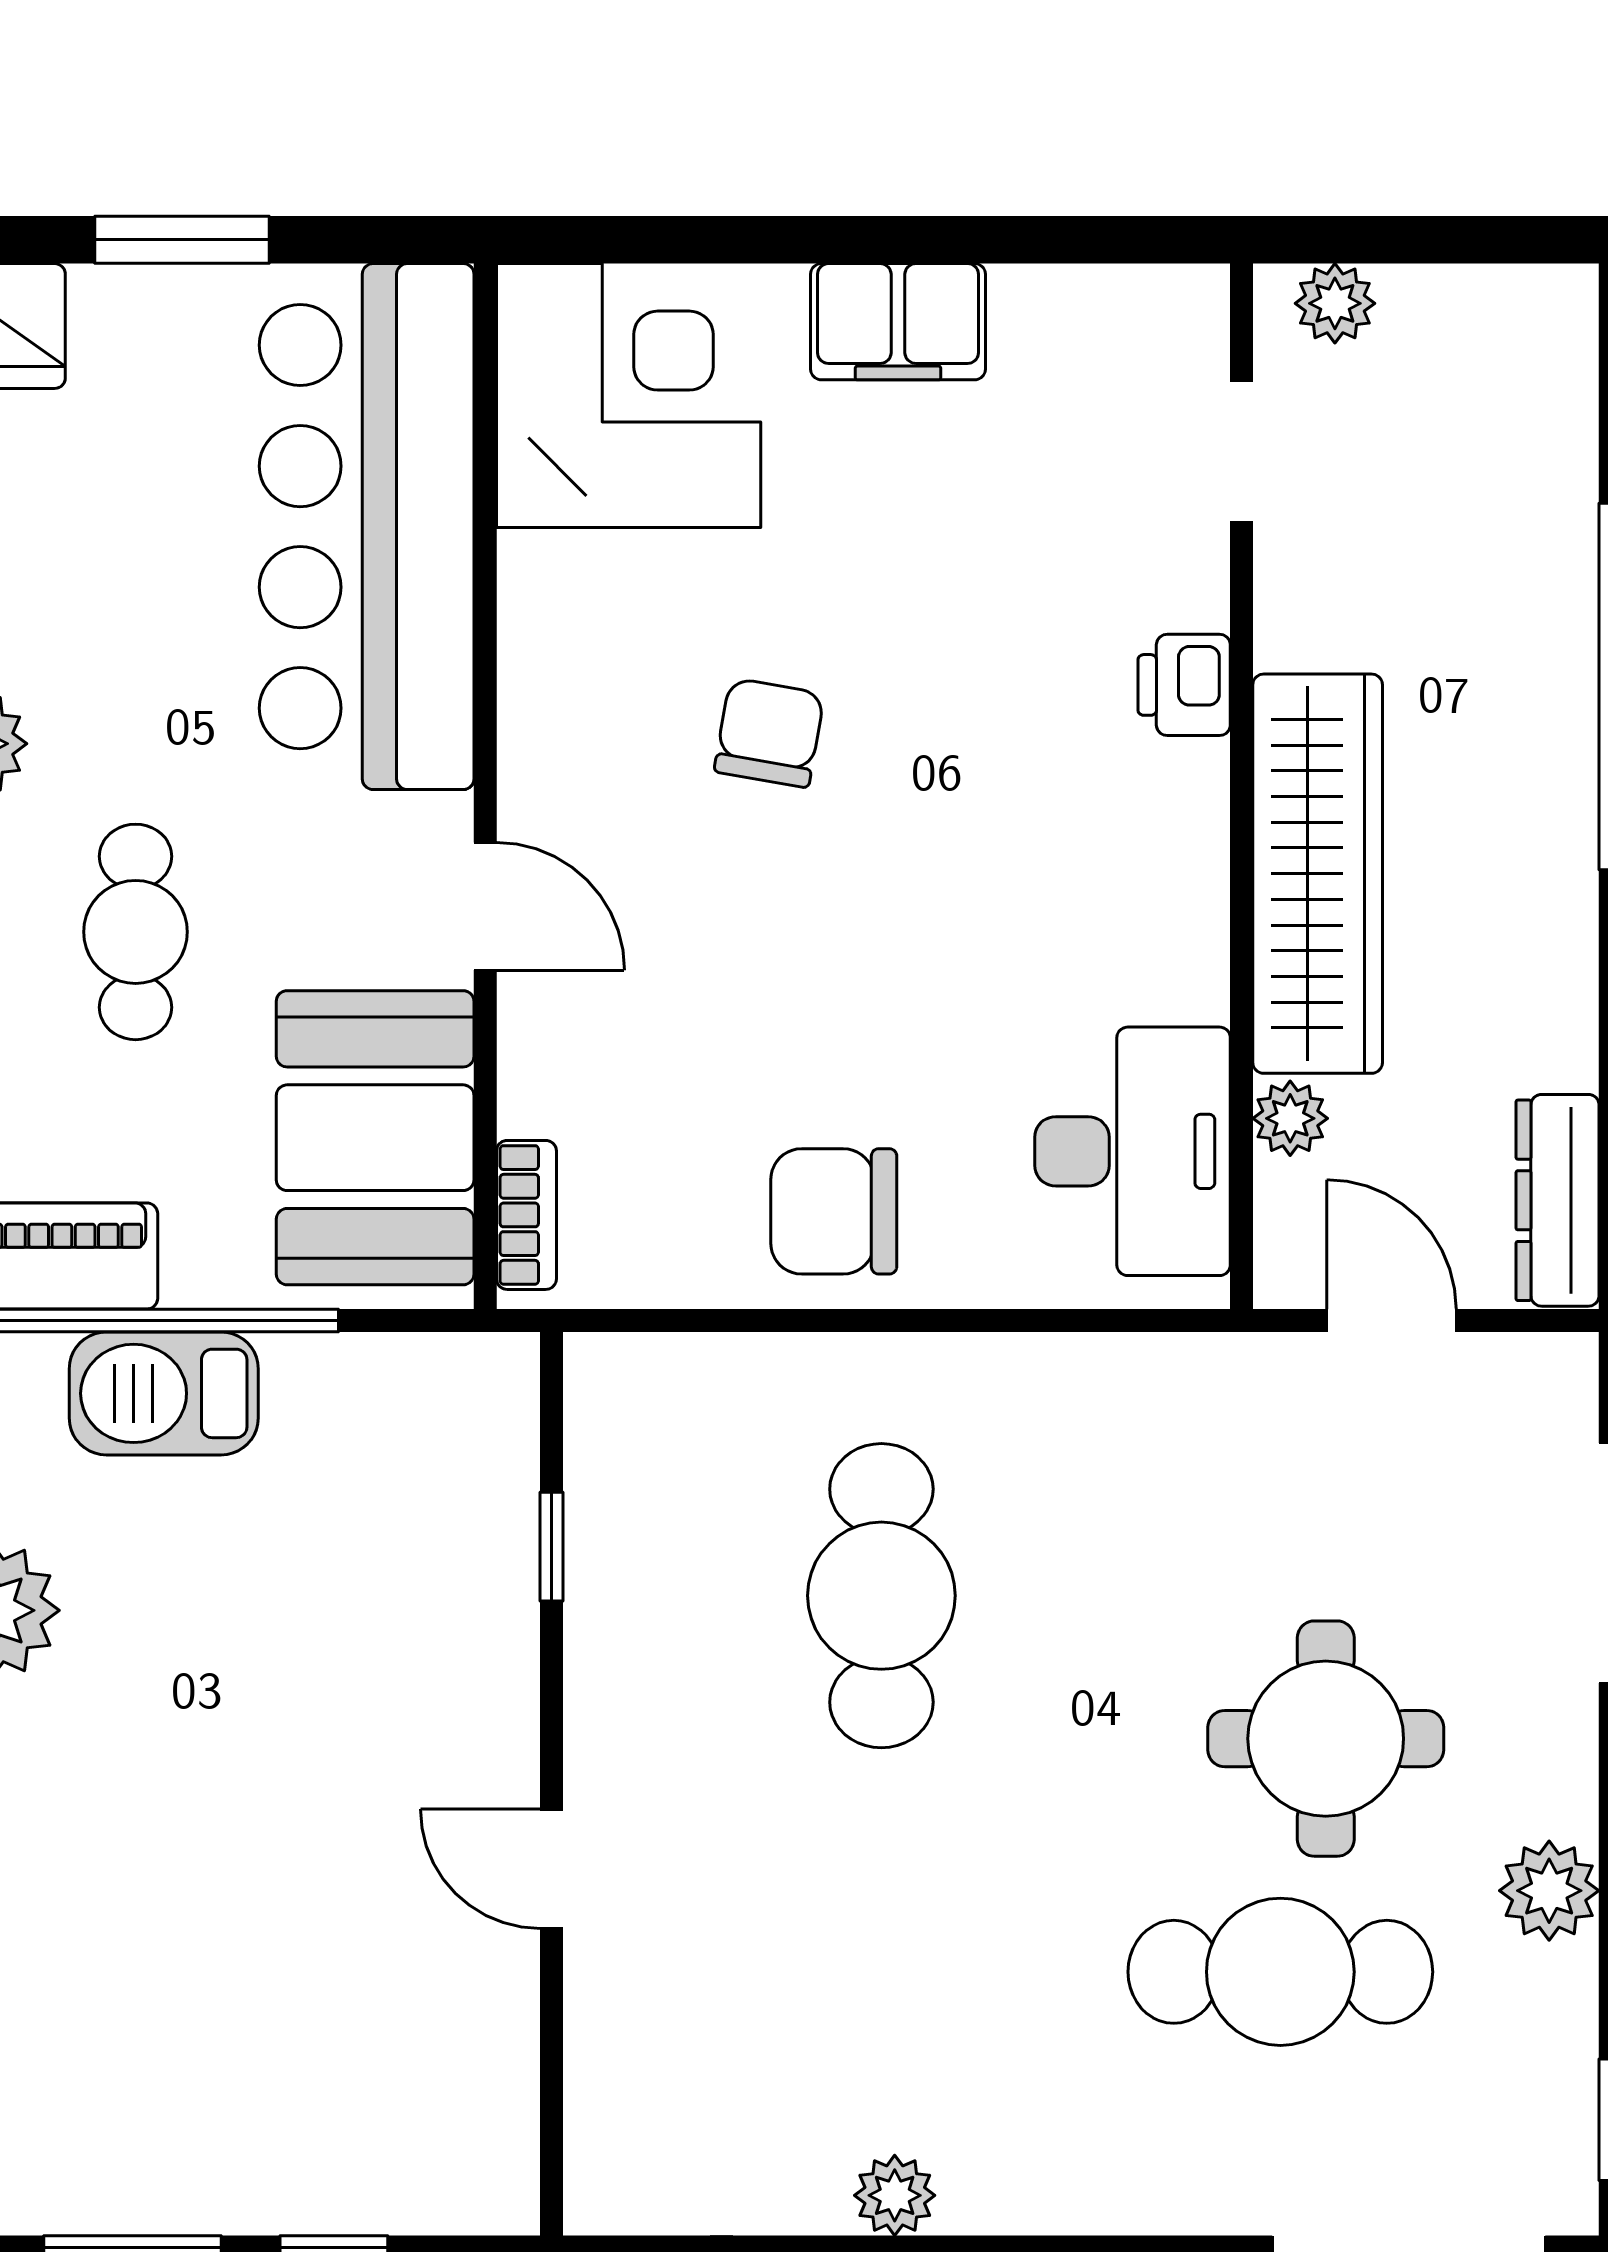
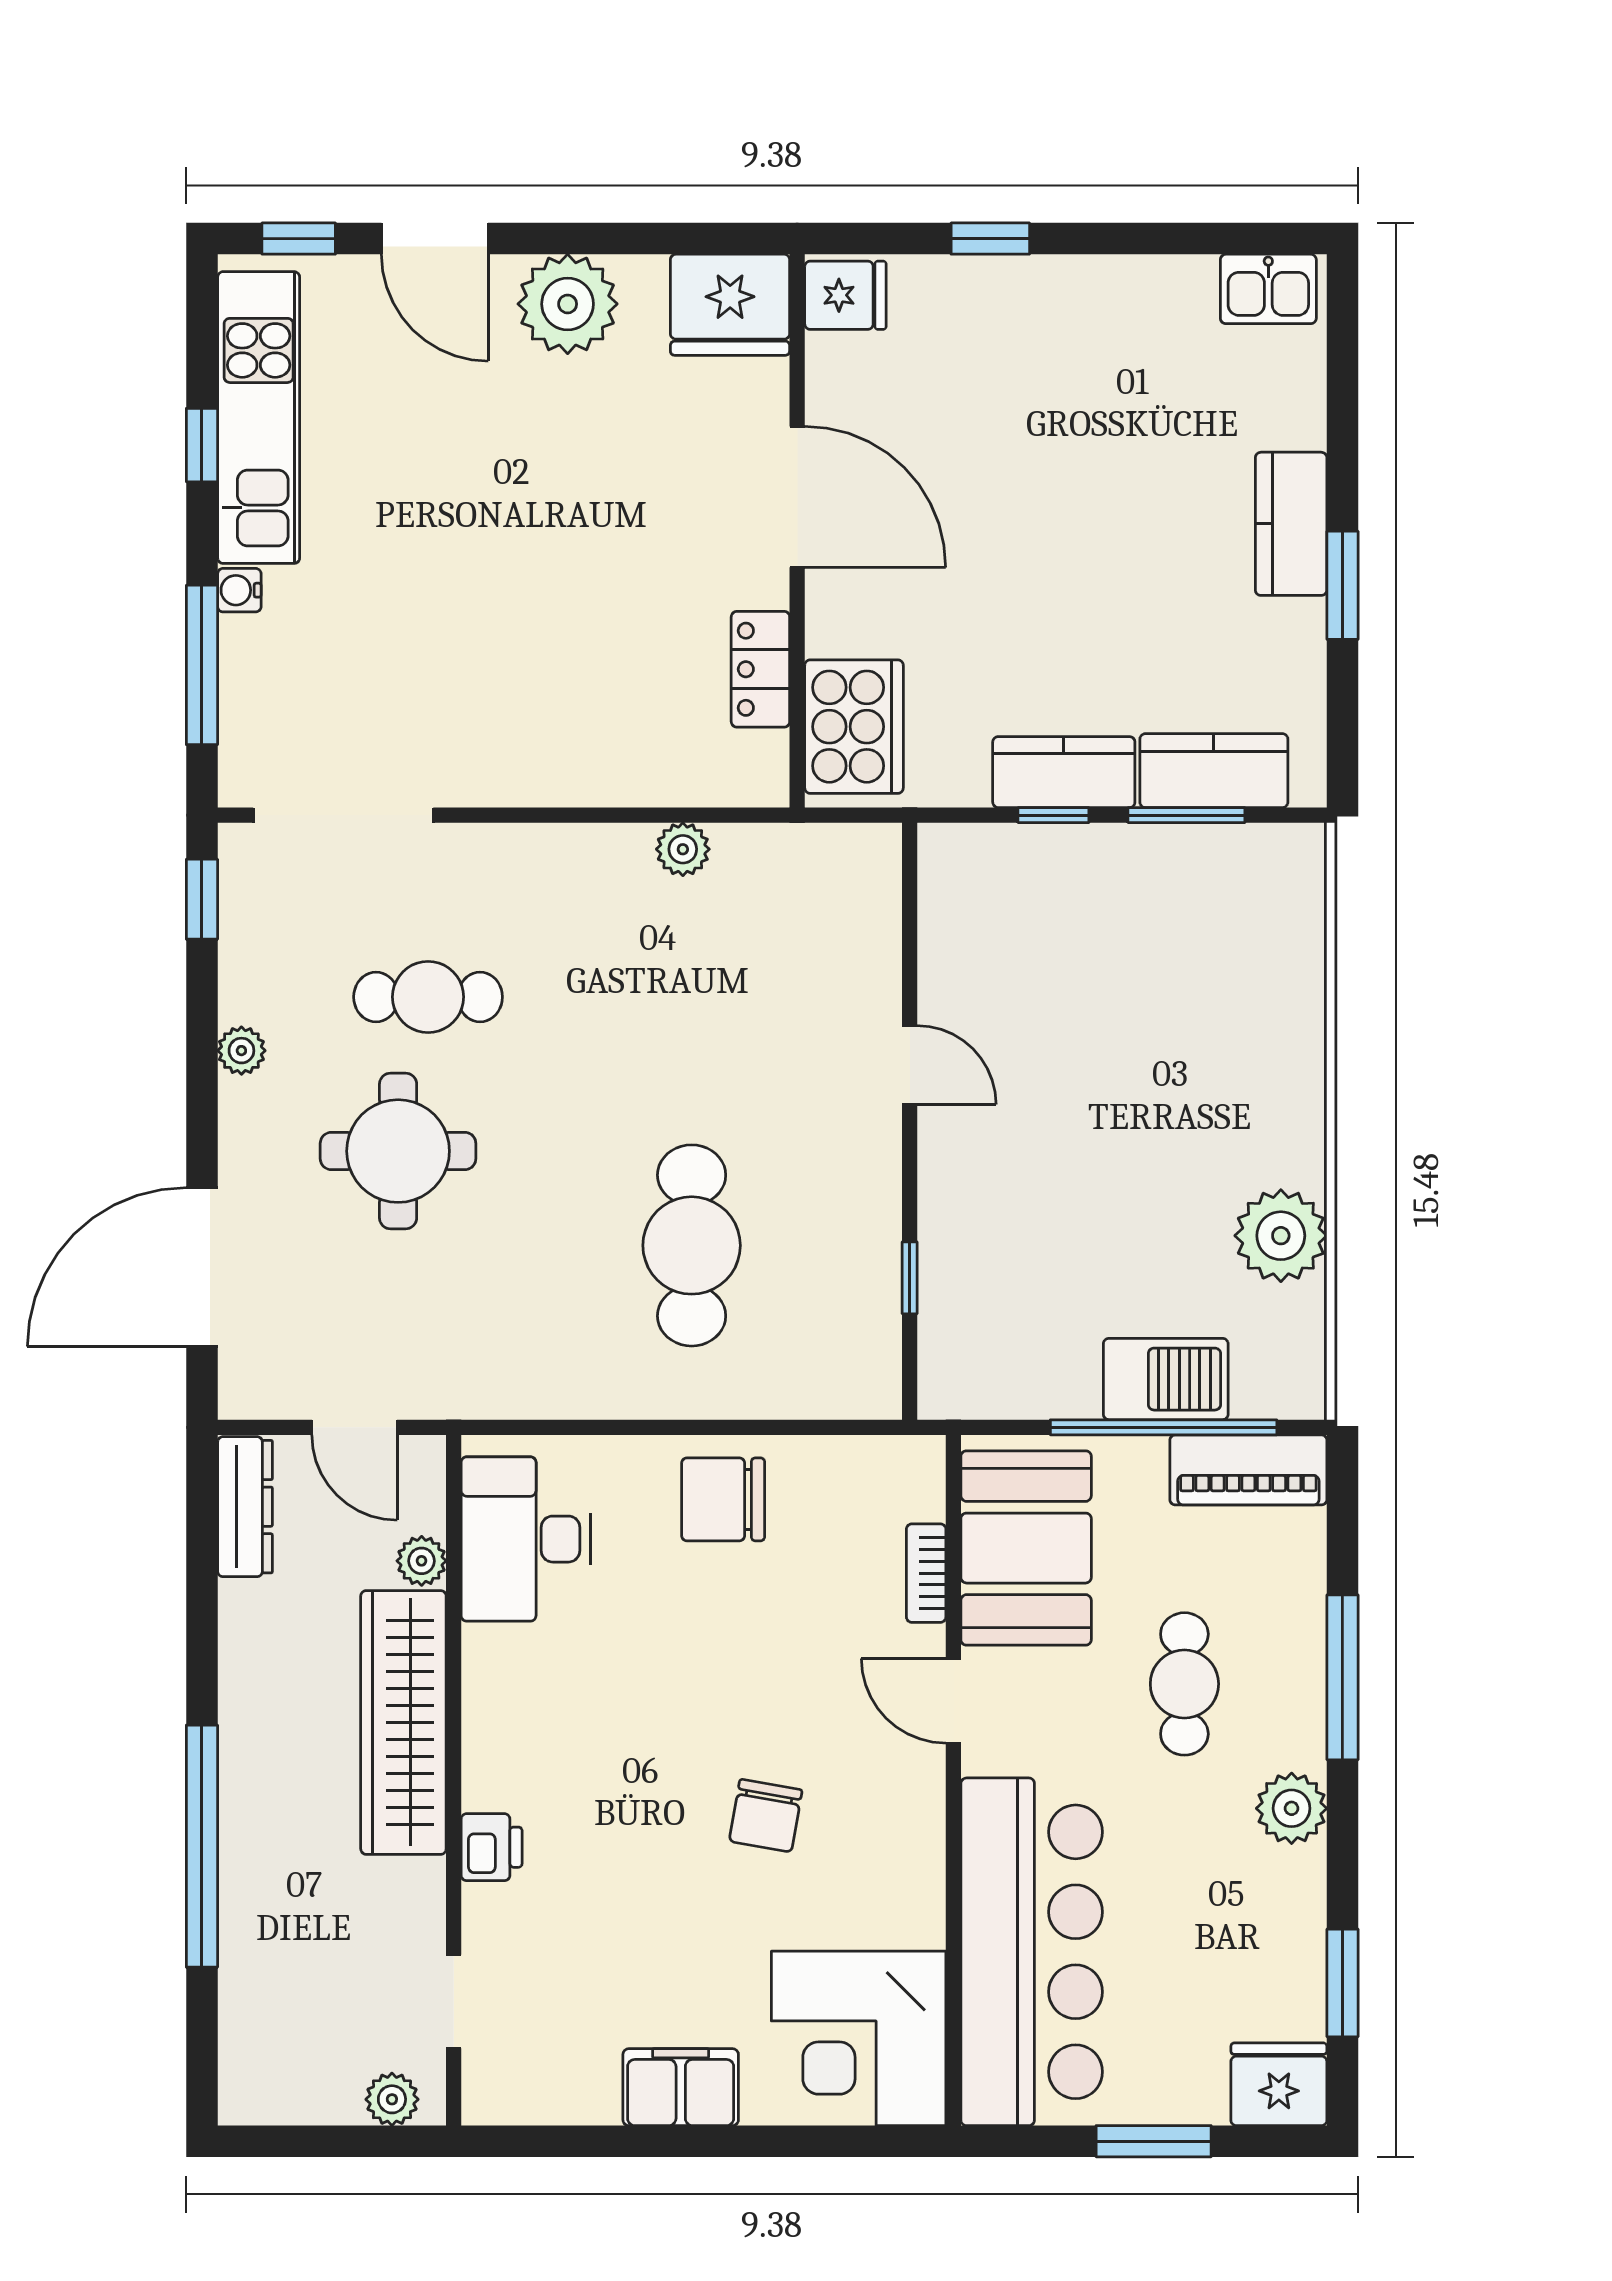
chair: (834, 1211) -> (723, 1499), turned 180
bookcase: (526, 1215) -> (926, 1573), moved
plant: (1549, 1891) -> (241, 1051), width x0.73, depth x0.73
cafe table: (1280, 1972) -> (428, 997), width x0.73, depth x0.74

